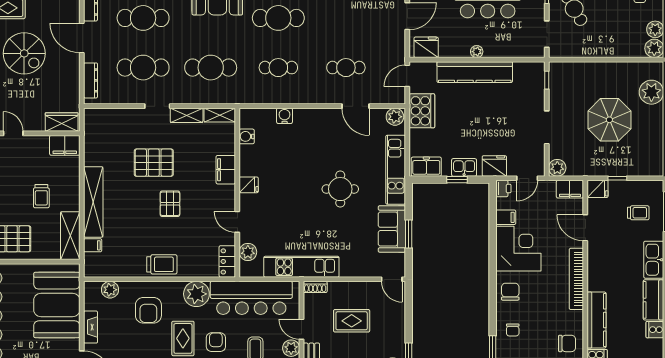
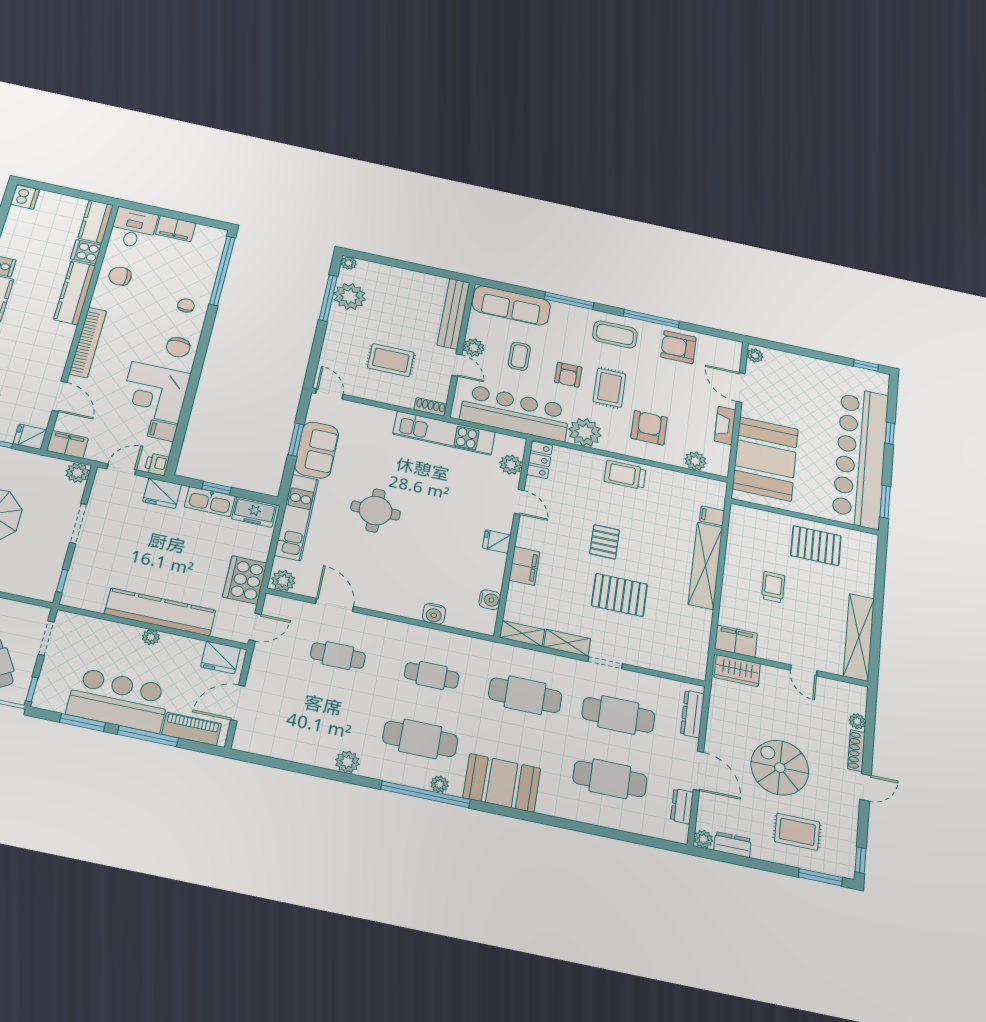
kitchen sink: (464, 167) -> (210, 502), width x1.38
shelving: (70, 236) -> (740, 533), removed

